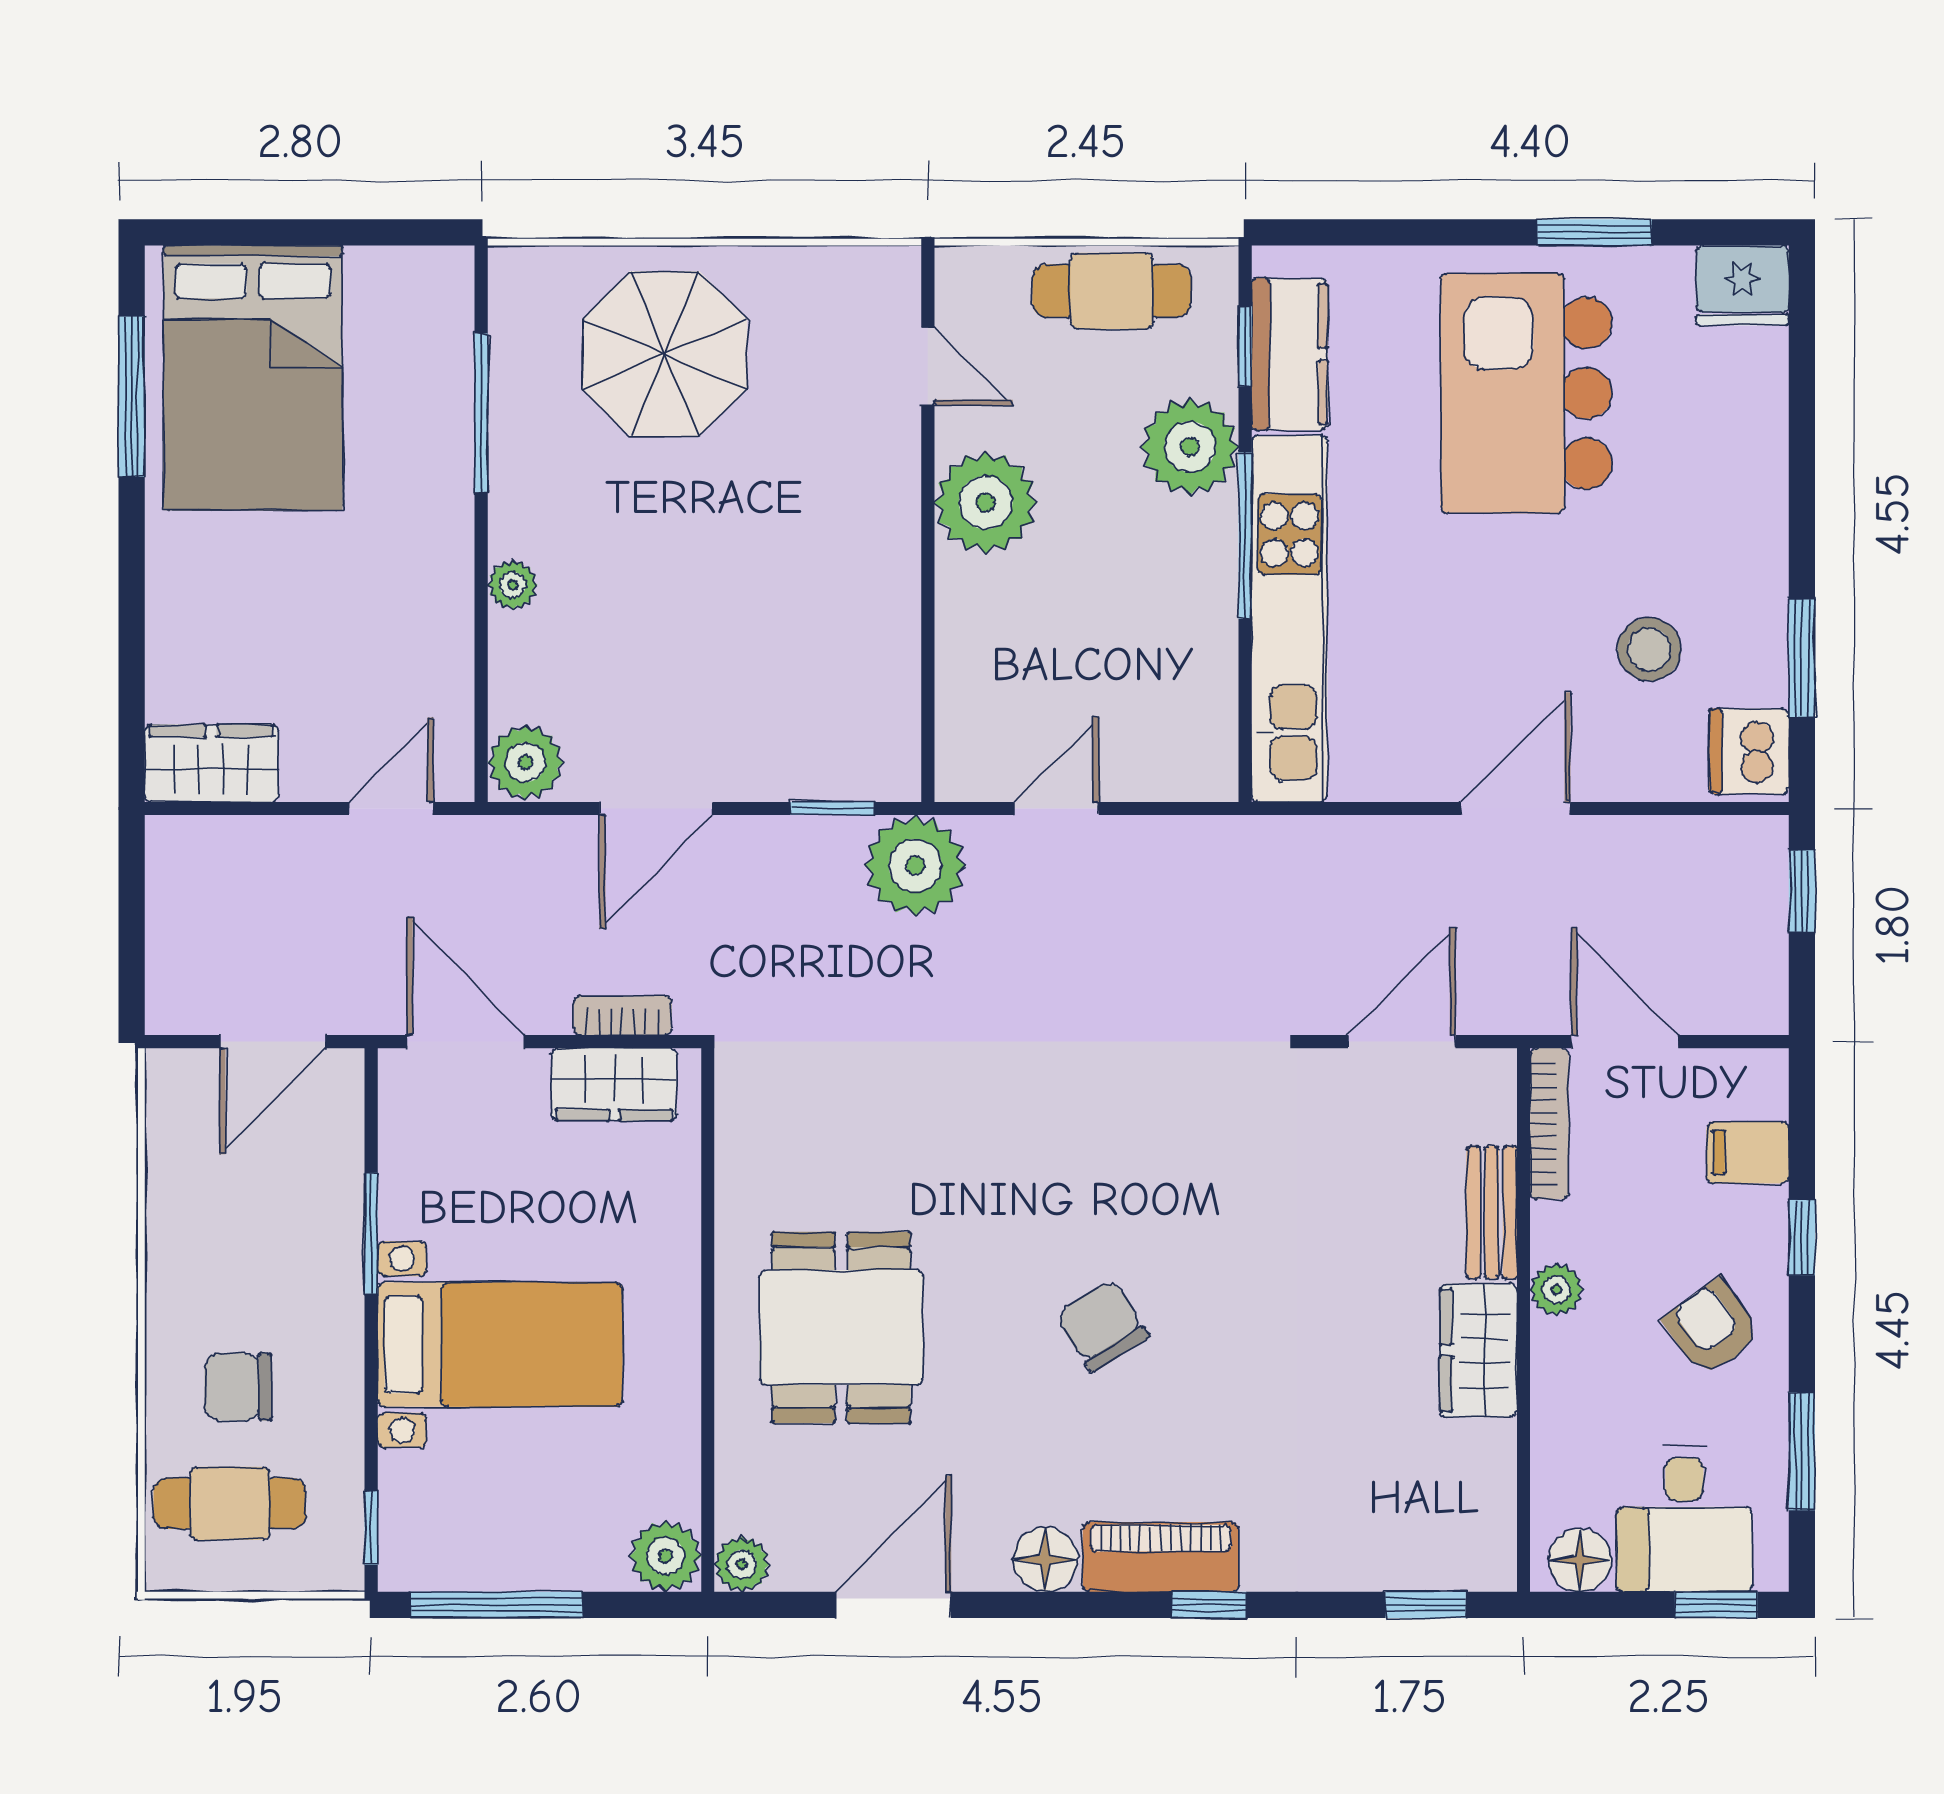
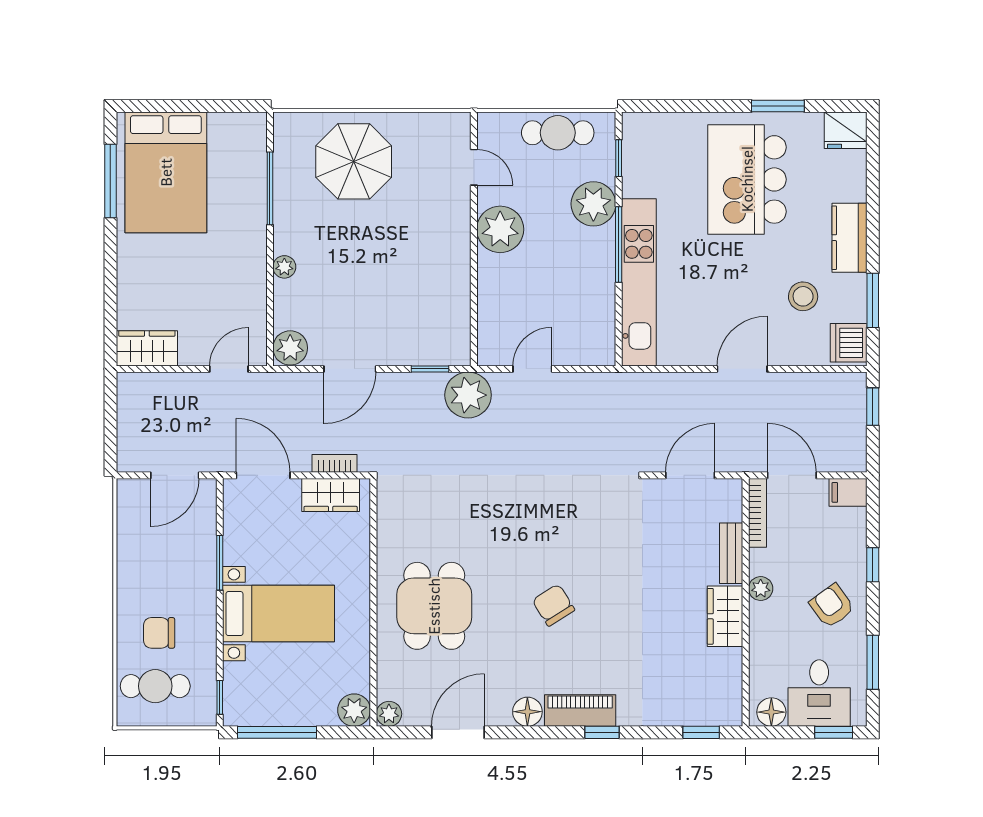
kitchen counter: (1290, 354) -> (849, 238), moved, turned 180
filing cabinet: (1748, 1152) -> (848, 492), moved

